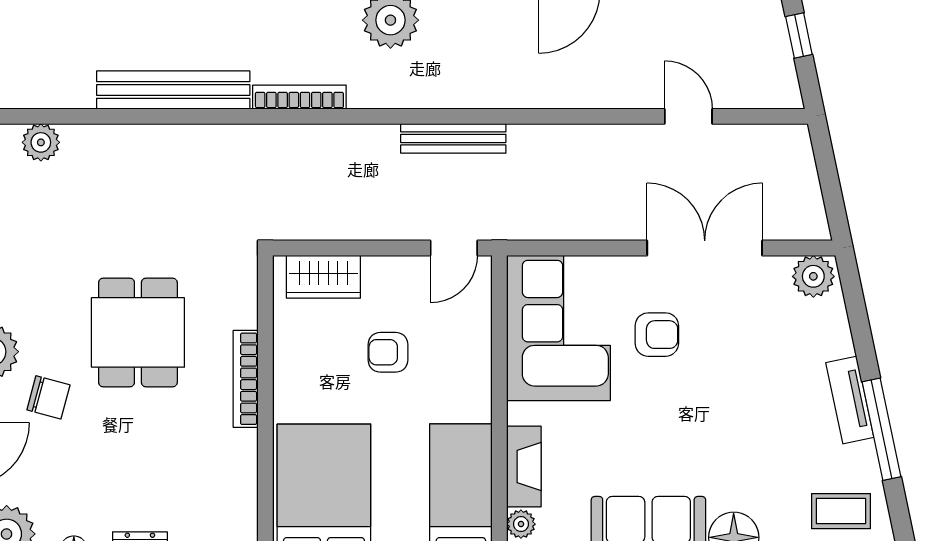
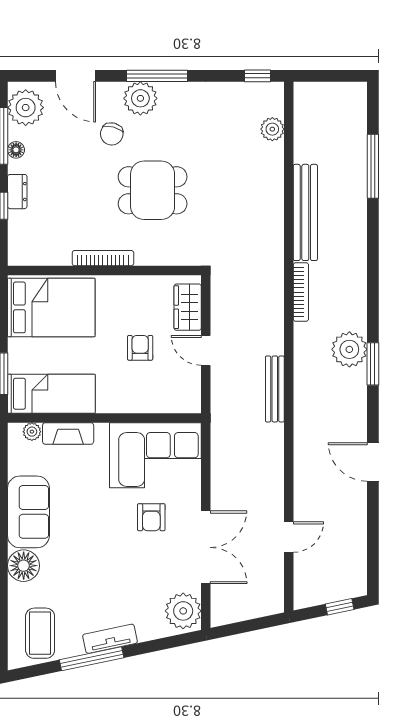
door: (454, 248) -> (206, 350), moved
plant: (813, 276) -> (183, 611), width x1.36, depth x1.36
bookcase: (246, 379) -> (103, 258), moved
coffee table: (841, 511) -> (40, 633), width x1.36, depth x1.30

